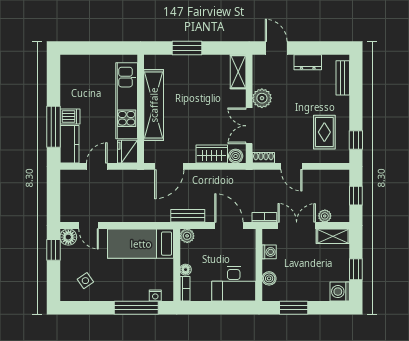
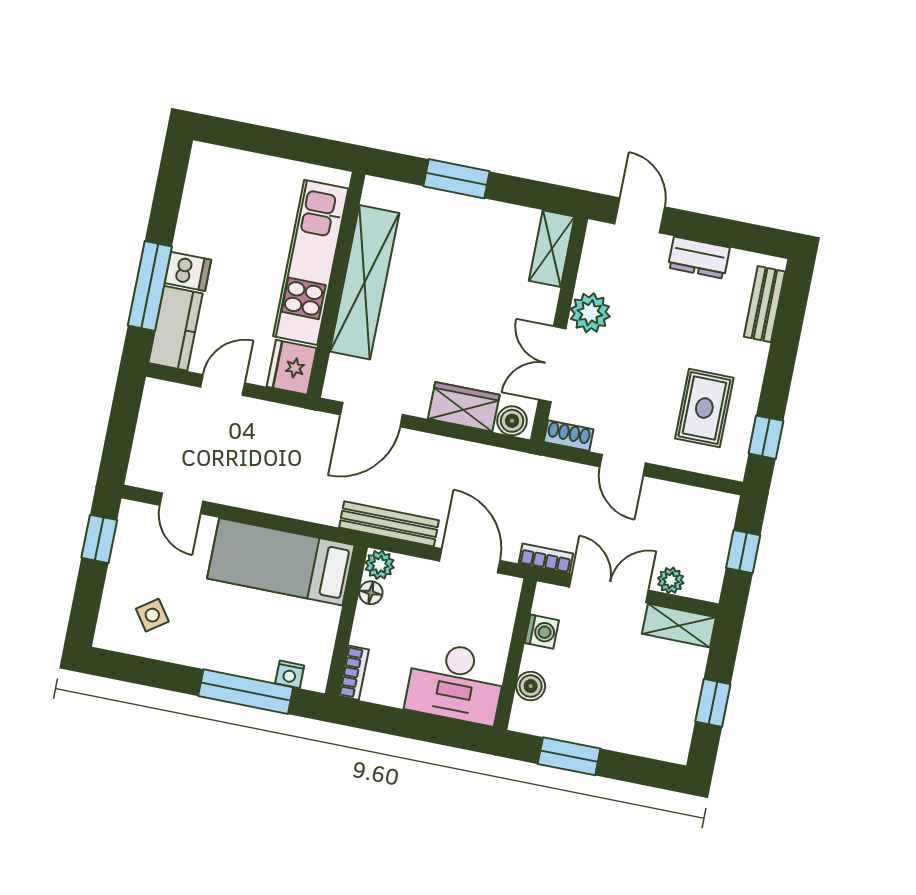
bench: (188, 216) -> (389, 524), width x1.36
floor lamp: (68, 237) -> (135, 519), removed
floor lamp: (186, 270) -> (371, 593), moved
washing machine: (340, 292) -> (670, 742), removed

